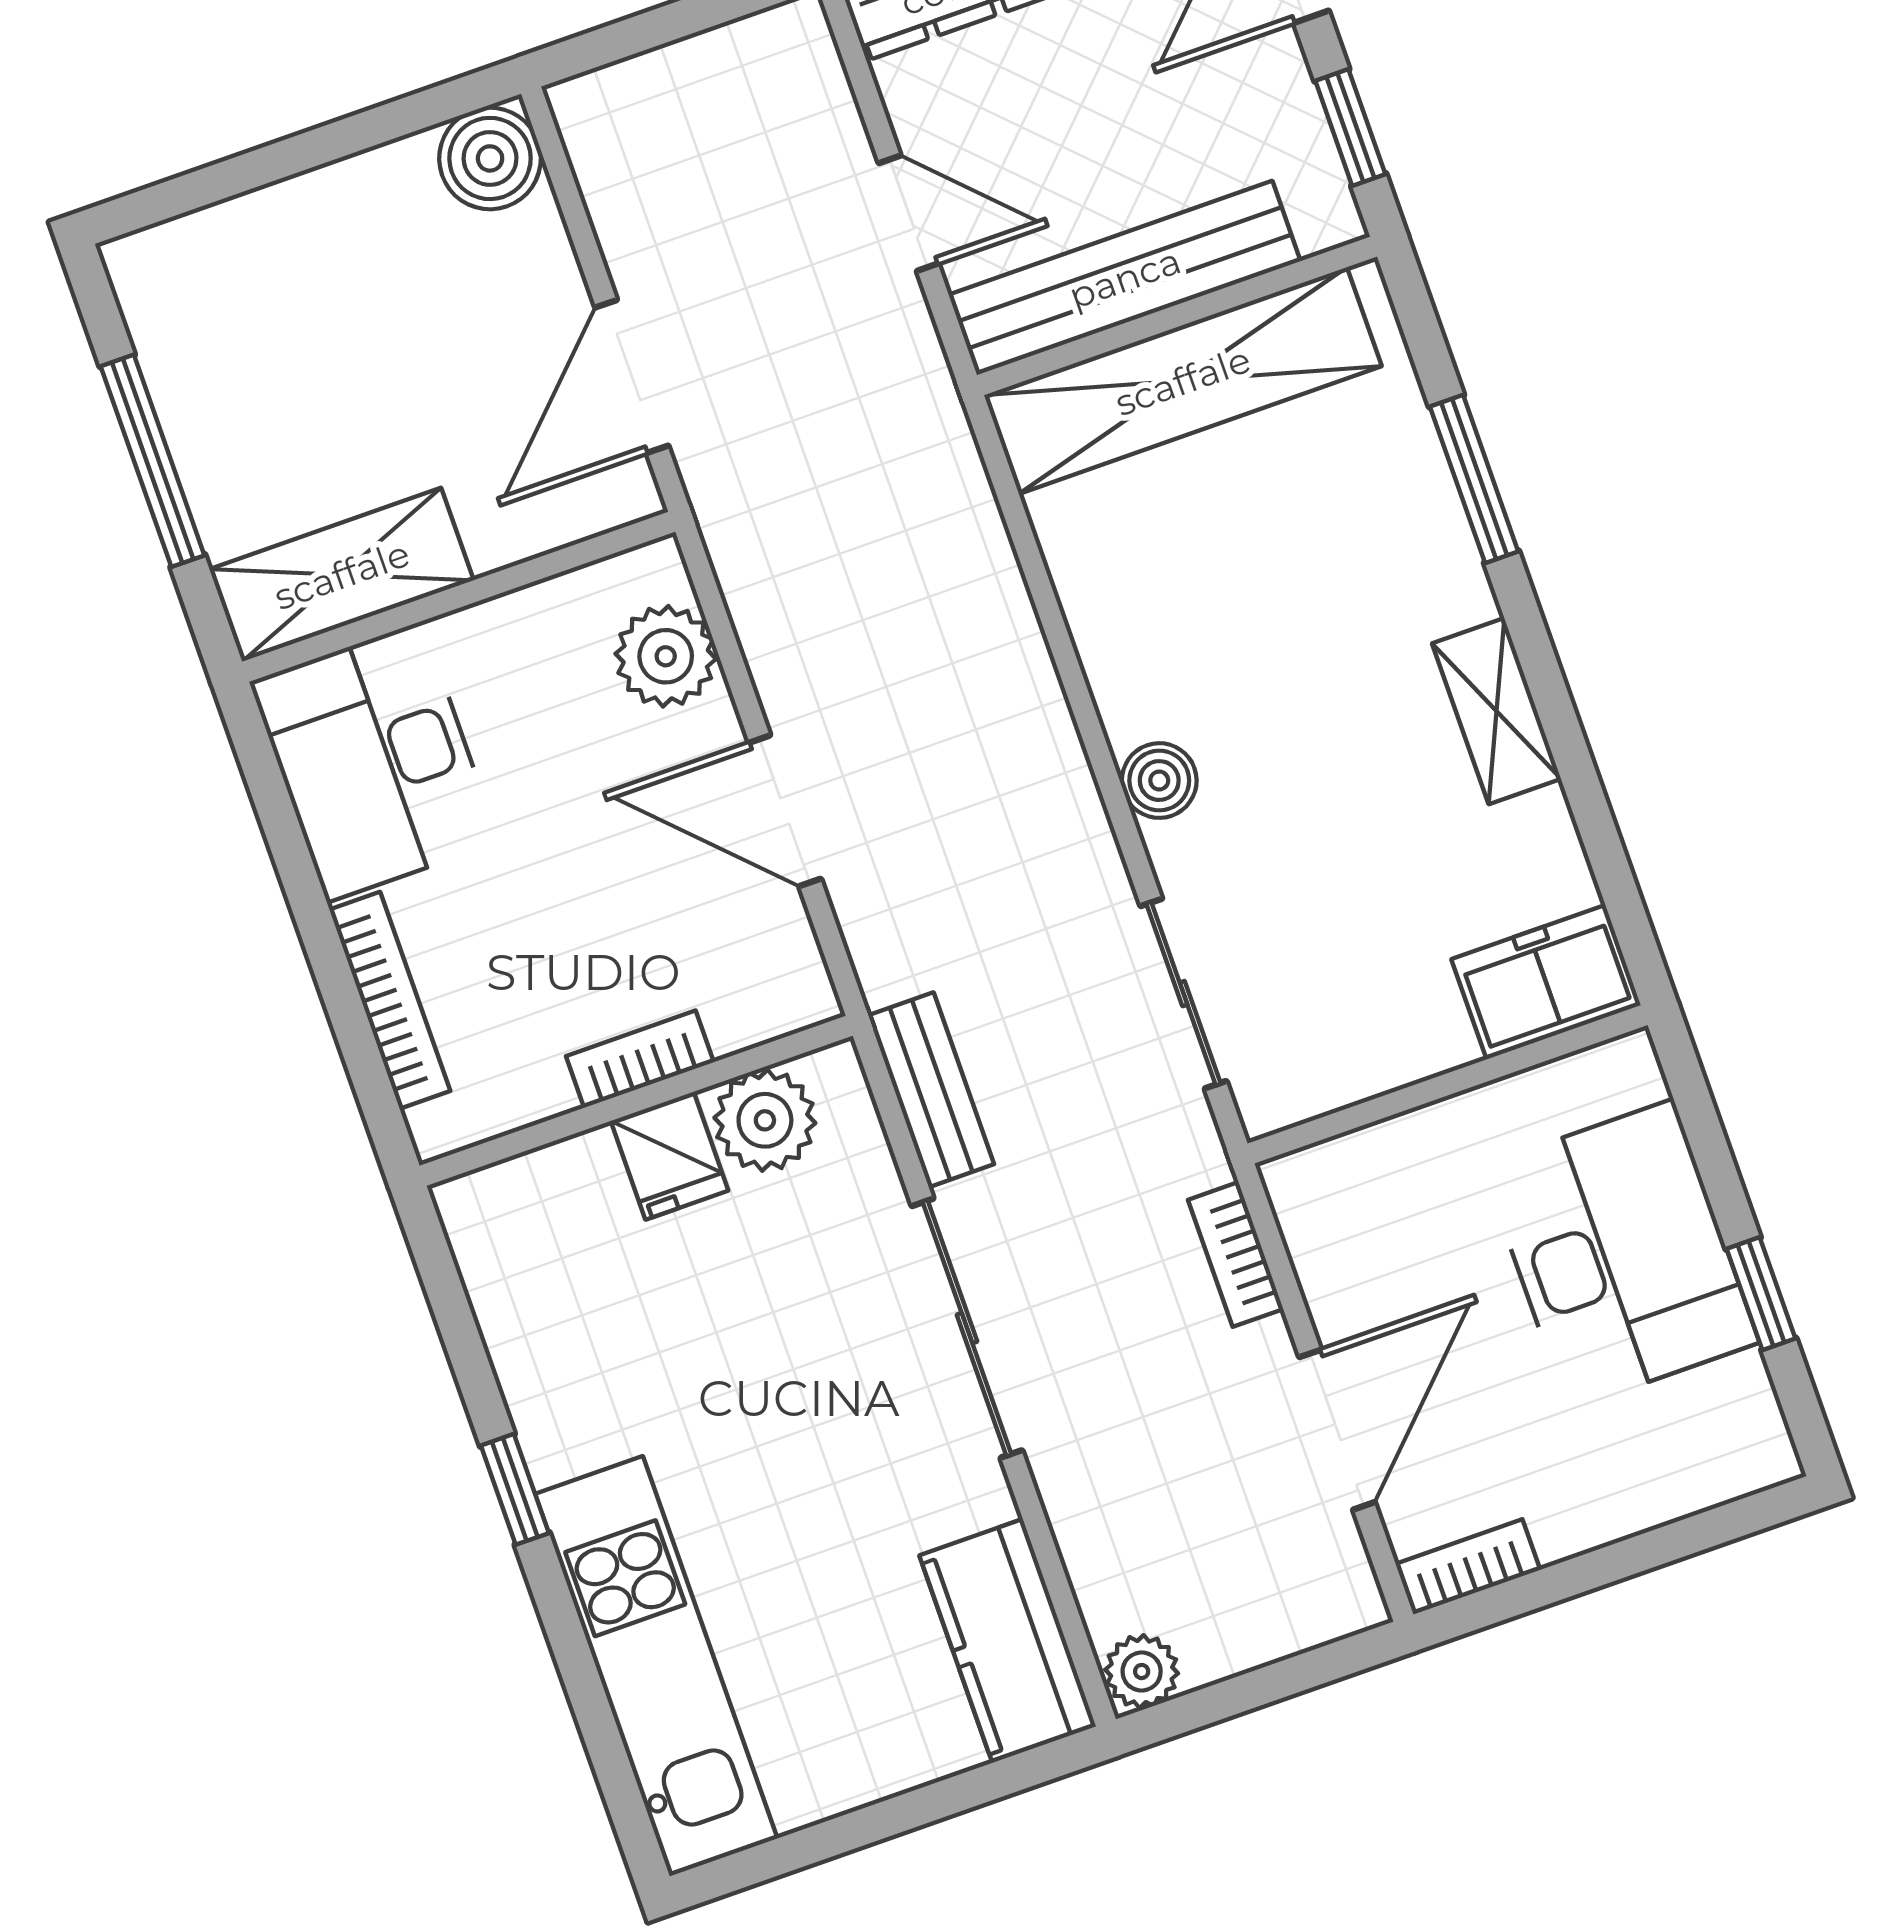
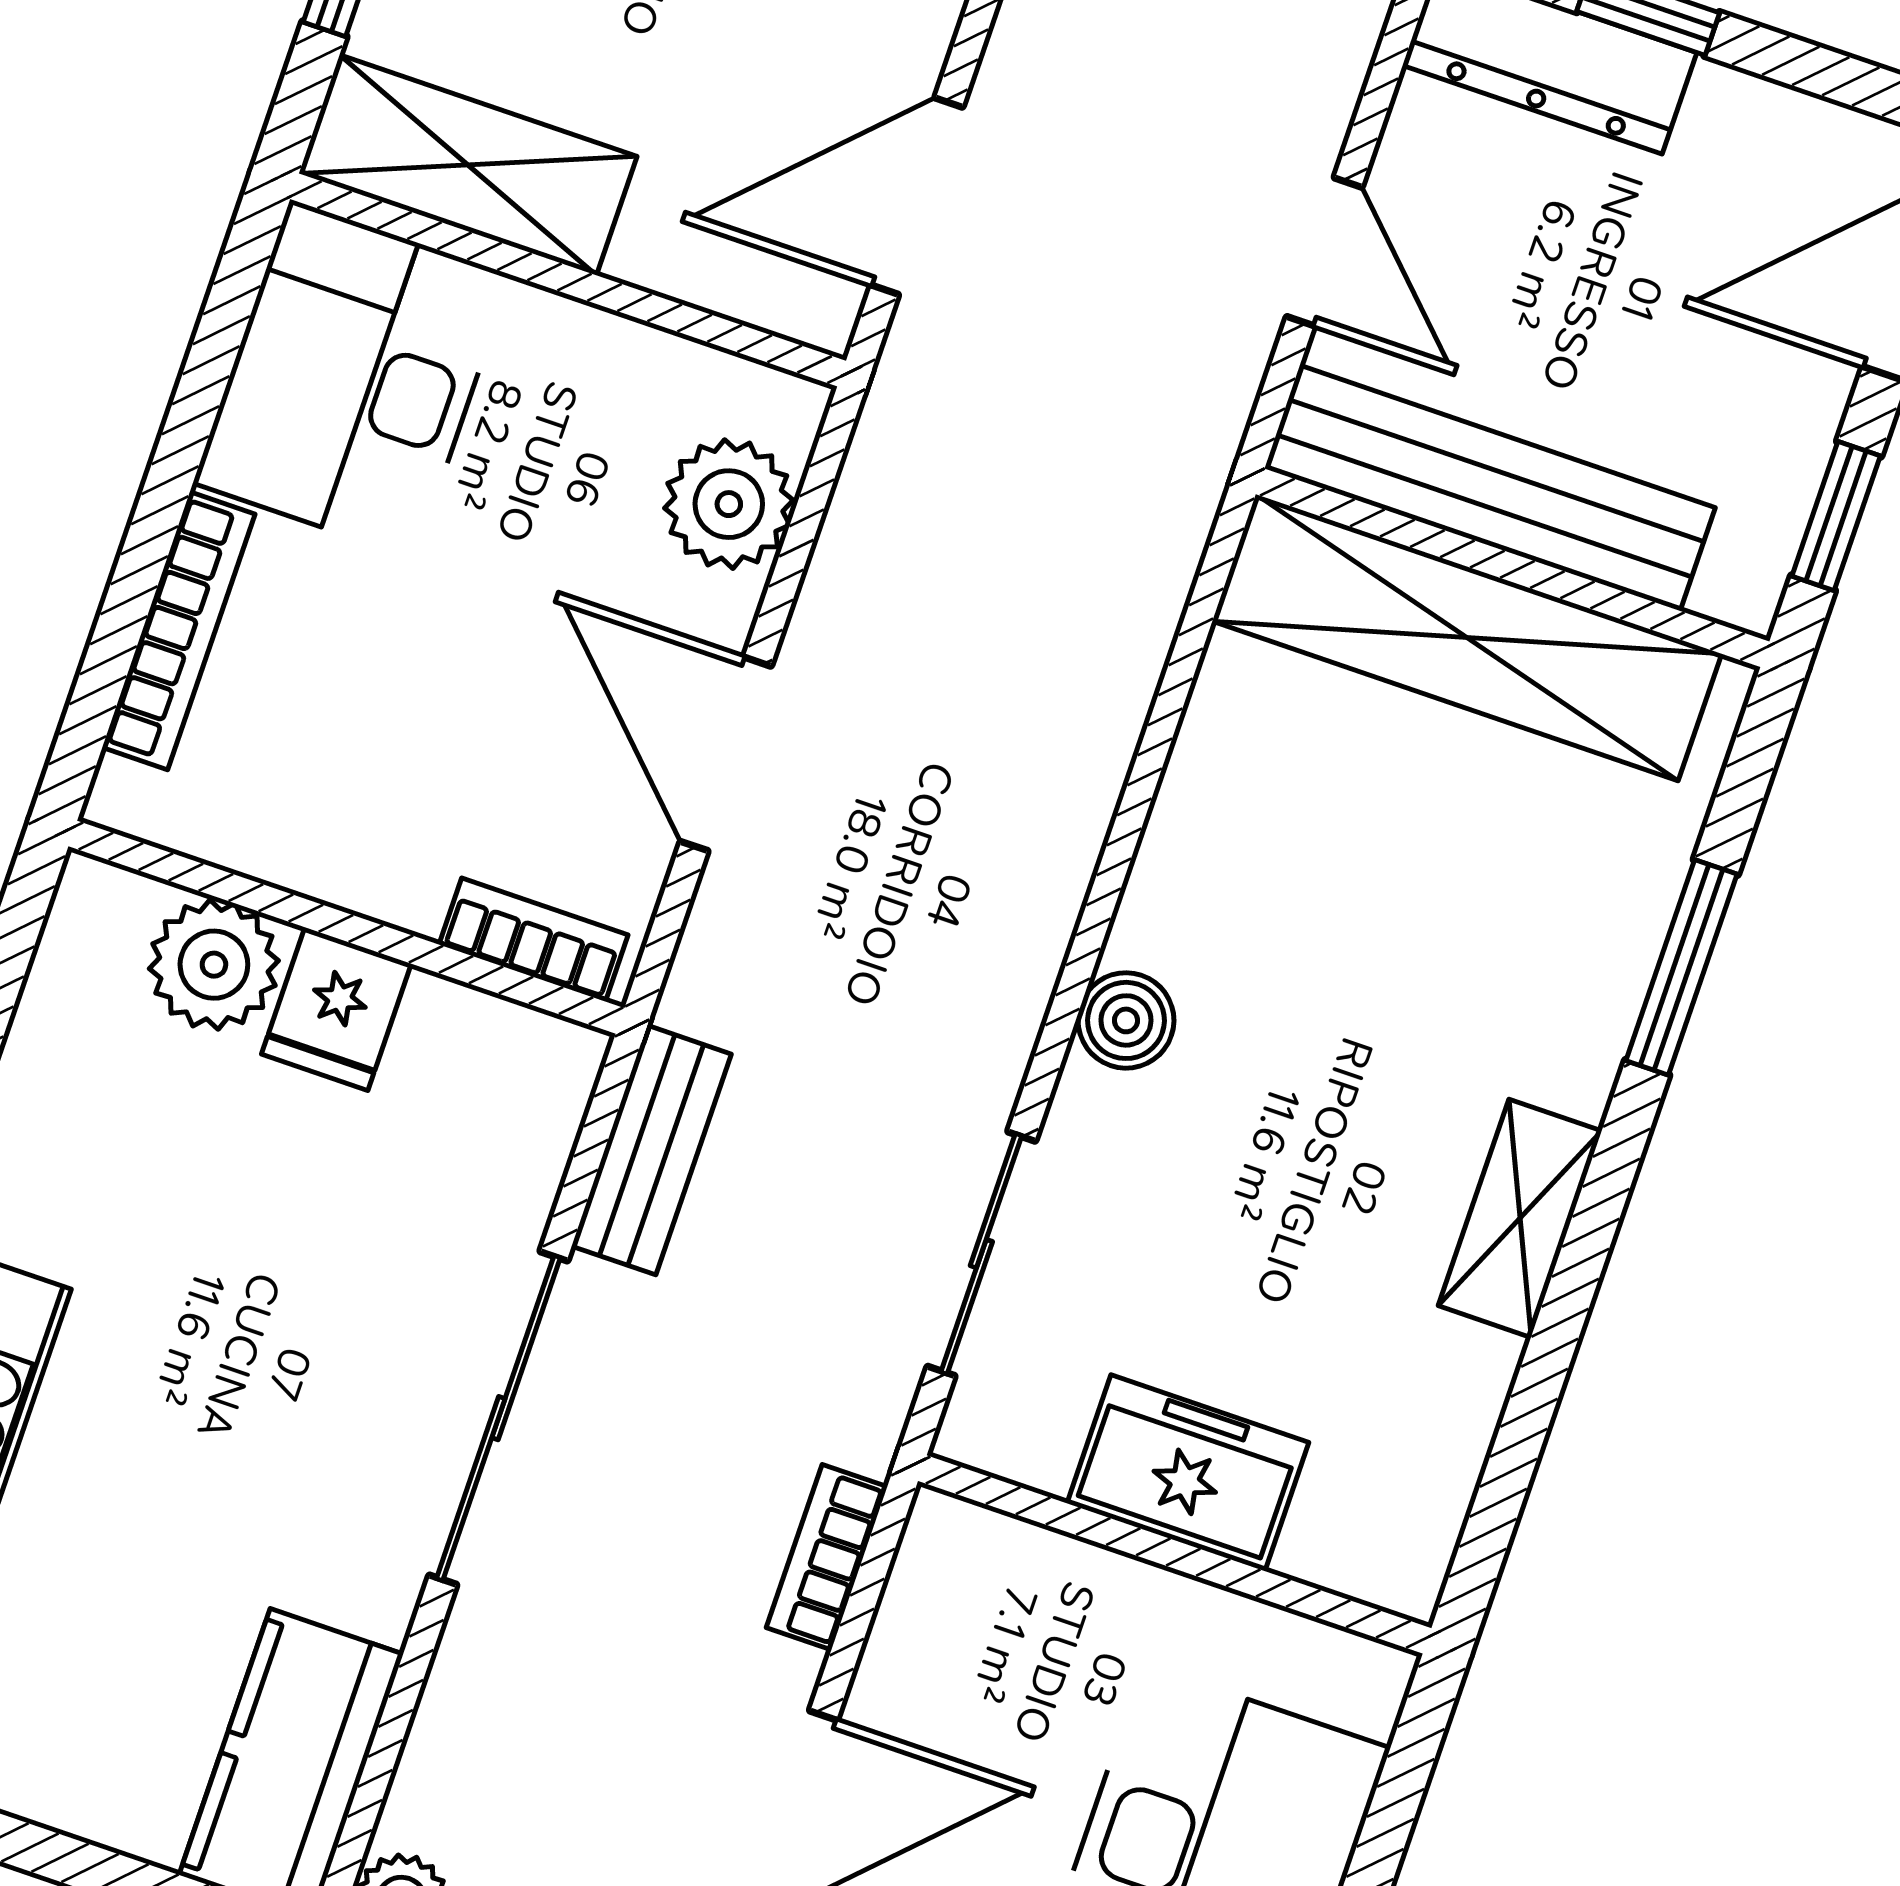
freezer: (1546, 982) -> (1188, 1473), moved
bookcase: (640, 1059) -> (533, 940), moved
plant: (765, 1120) -> (214, 965), moved

